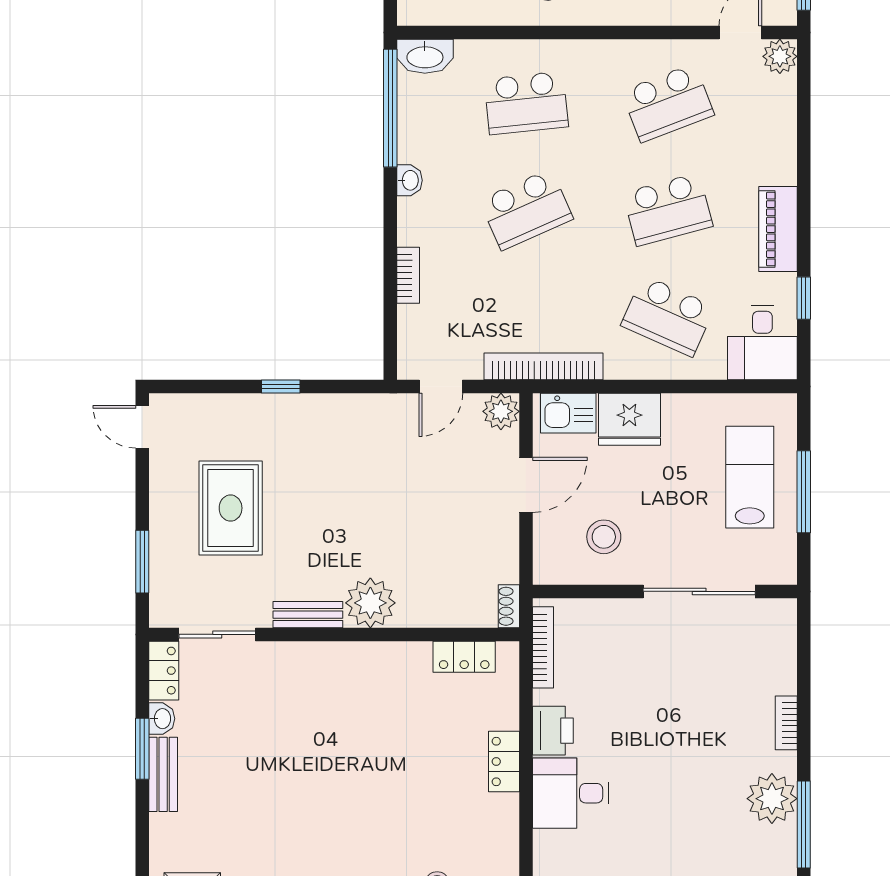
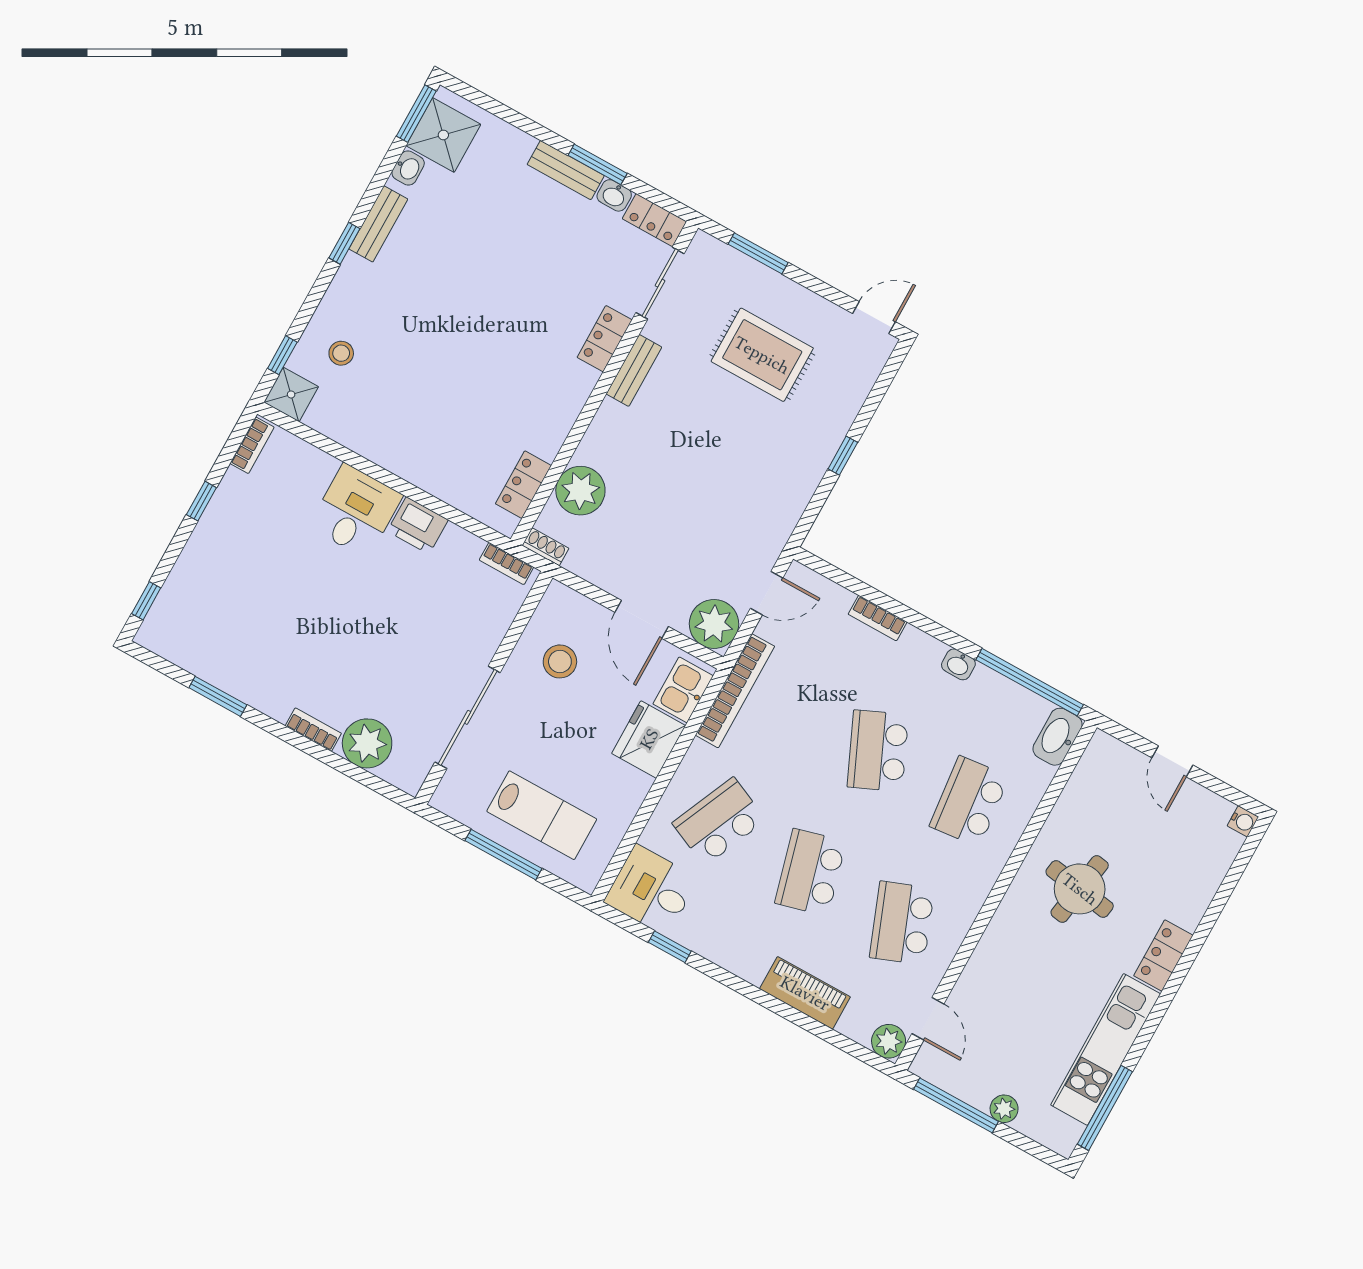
piano: (778, 229) -> (805, 993), moved
door: (441, 386) -> (767, 593), swing flipped
plant: (501, 411) -> (714, 624), width x1.36, depth x1.36
plant: (370, 603) -> (580, 491), moved
bookcase: (543, 647) -> (506, 564), width x0.64
locker: (504, 762) -> (605, 339), moved, turned -90
plant: (772, 799) -> (367, 743), moved
window: (804, 824) -> (218, 696), width x0.69

